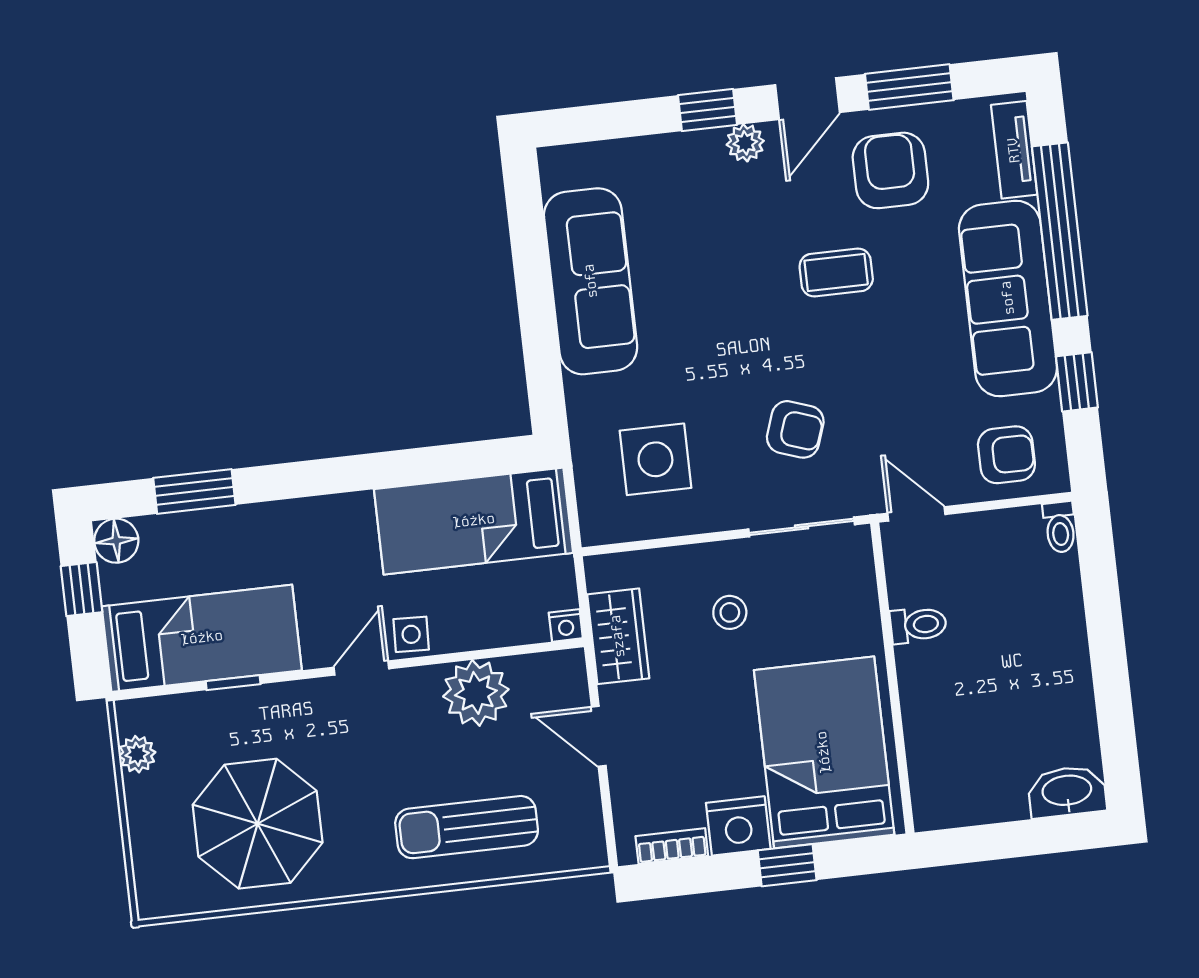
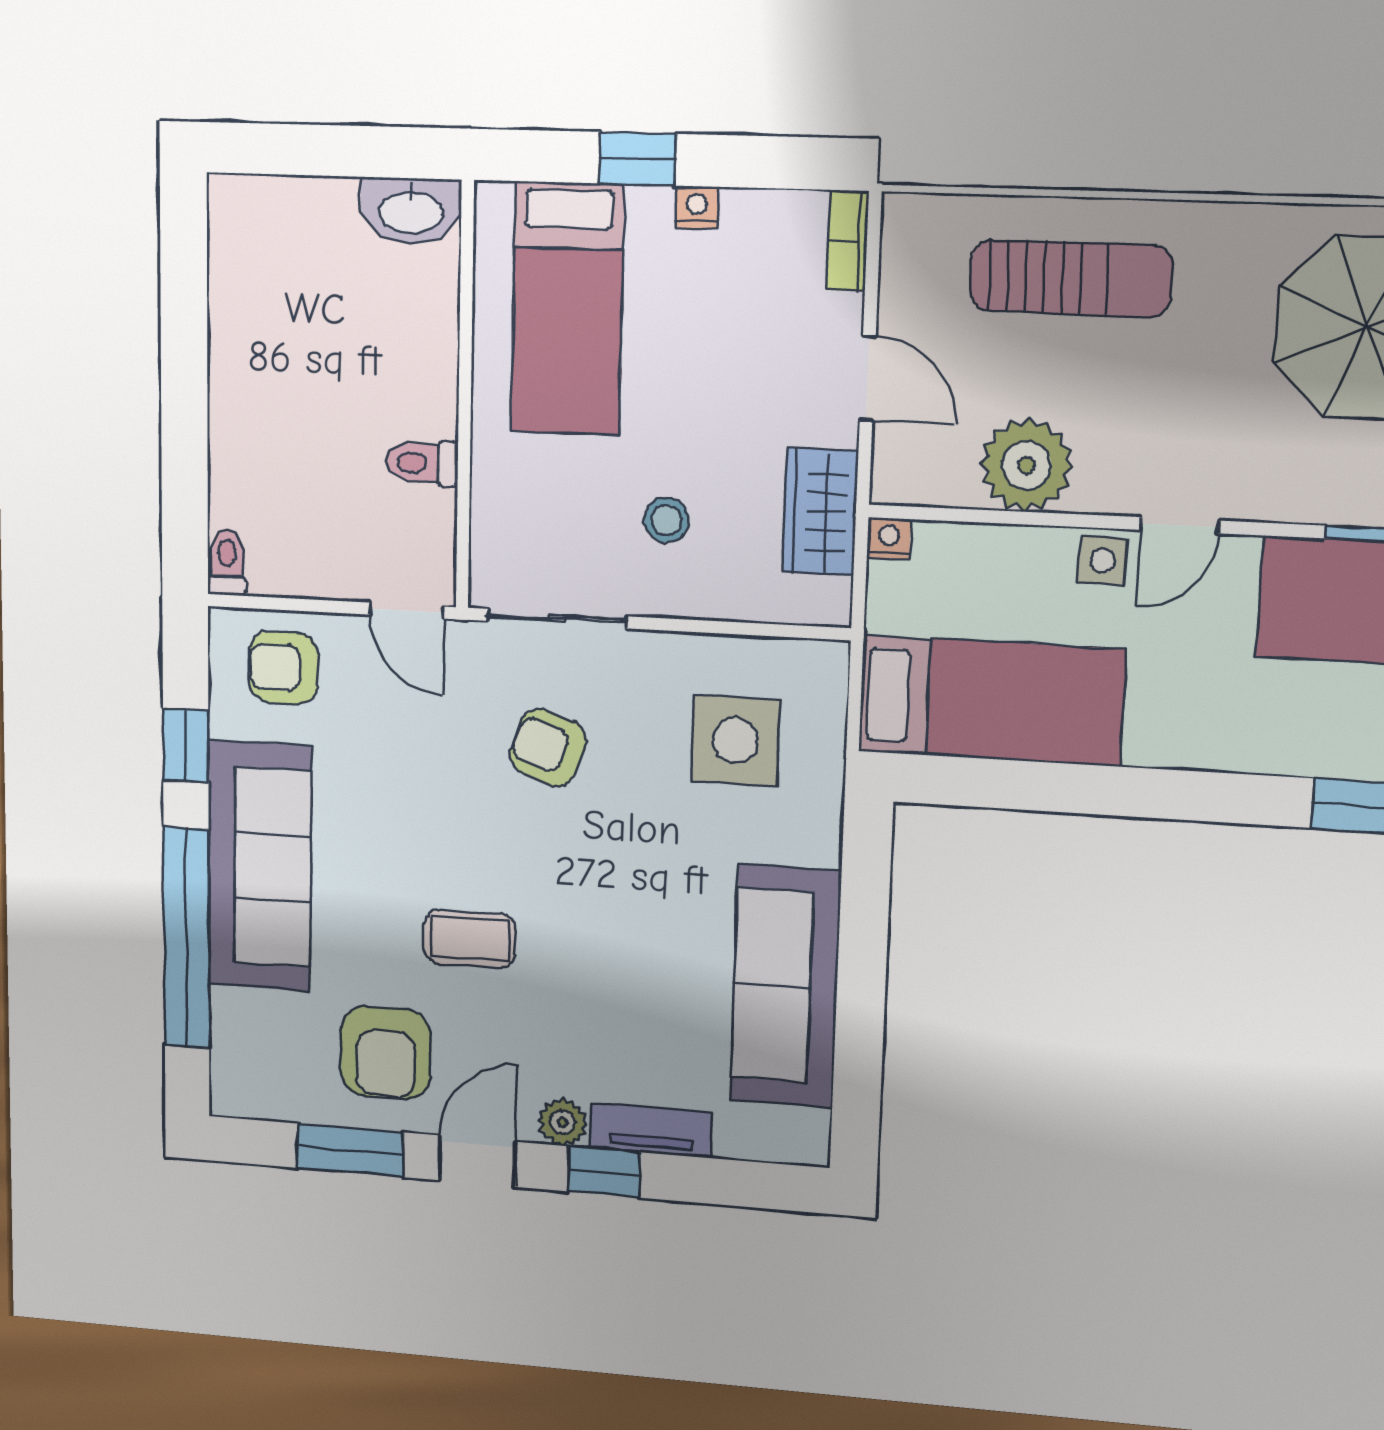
tv unit: (1014, 150) -> (651, 1131), moved, turned -90
bed: (824, 752) -> (567, 309), width x0.67
washbasin: (1067, 792) -> (411, 211), moved
nightstand: (738, 826) -> (697, 207), width x0.53, depth x0.56
bookcase: (672, 846) -> (847, 241), moved, turned 90

